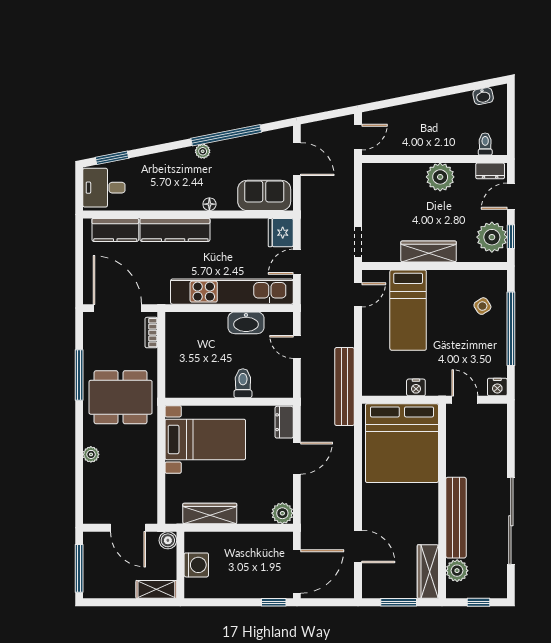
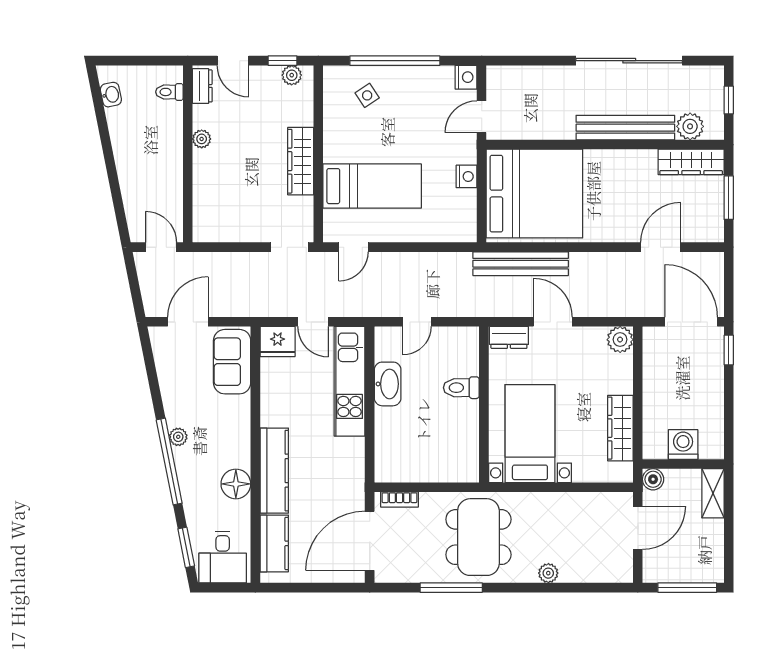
window: (226, 135) -> (169, 462), moved
plant: (440, 177) -> (202, 139), width x0.53, depth x0.53
floor lamp: (209, 204) -> (236, 484), moved, width x1.89, depth x1.89
plant: (492, 237) -> (292, 75), width x0.53, depth x0.53
kitchen unit: (232, 292) -> (350, 381), width x0.73
door: (358, 295) -> (354, 247), swing flipped
bench: (345, 387) -> (521, 264), moved

